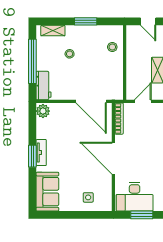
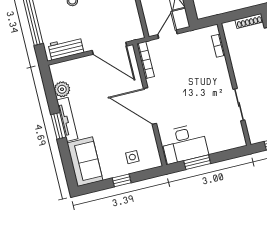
workbench: (44, 86) -> (66, 48), moved, turned -90
plant: (43, 111) -> (62, 89), moved
tv unit: (41, 153) -> (67, 119), width x1.41
window: (75, 215) -> (122, 180), added

